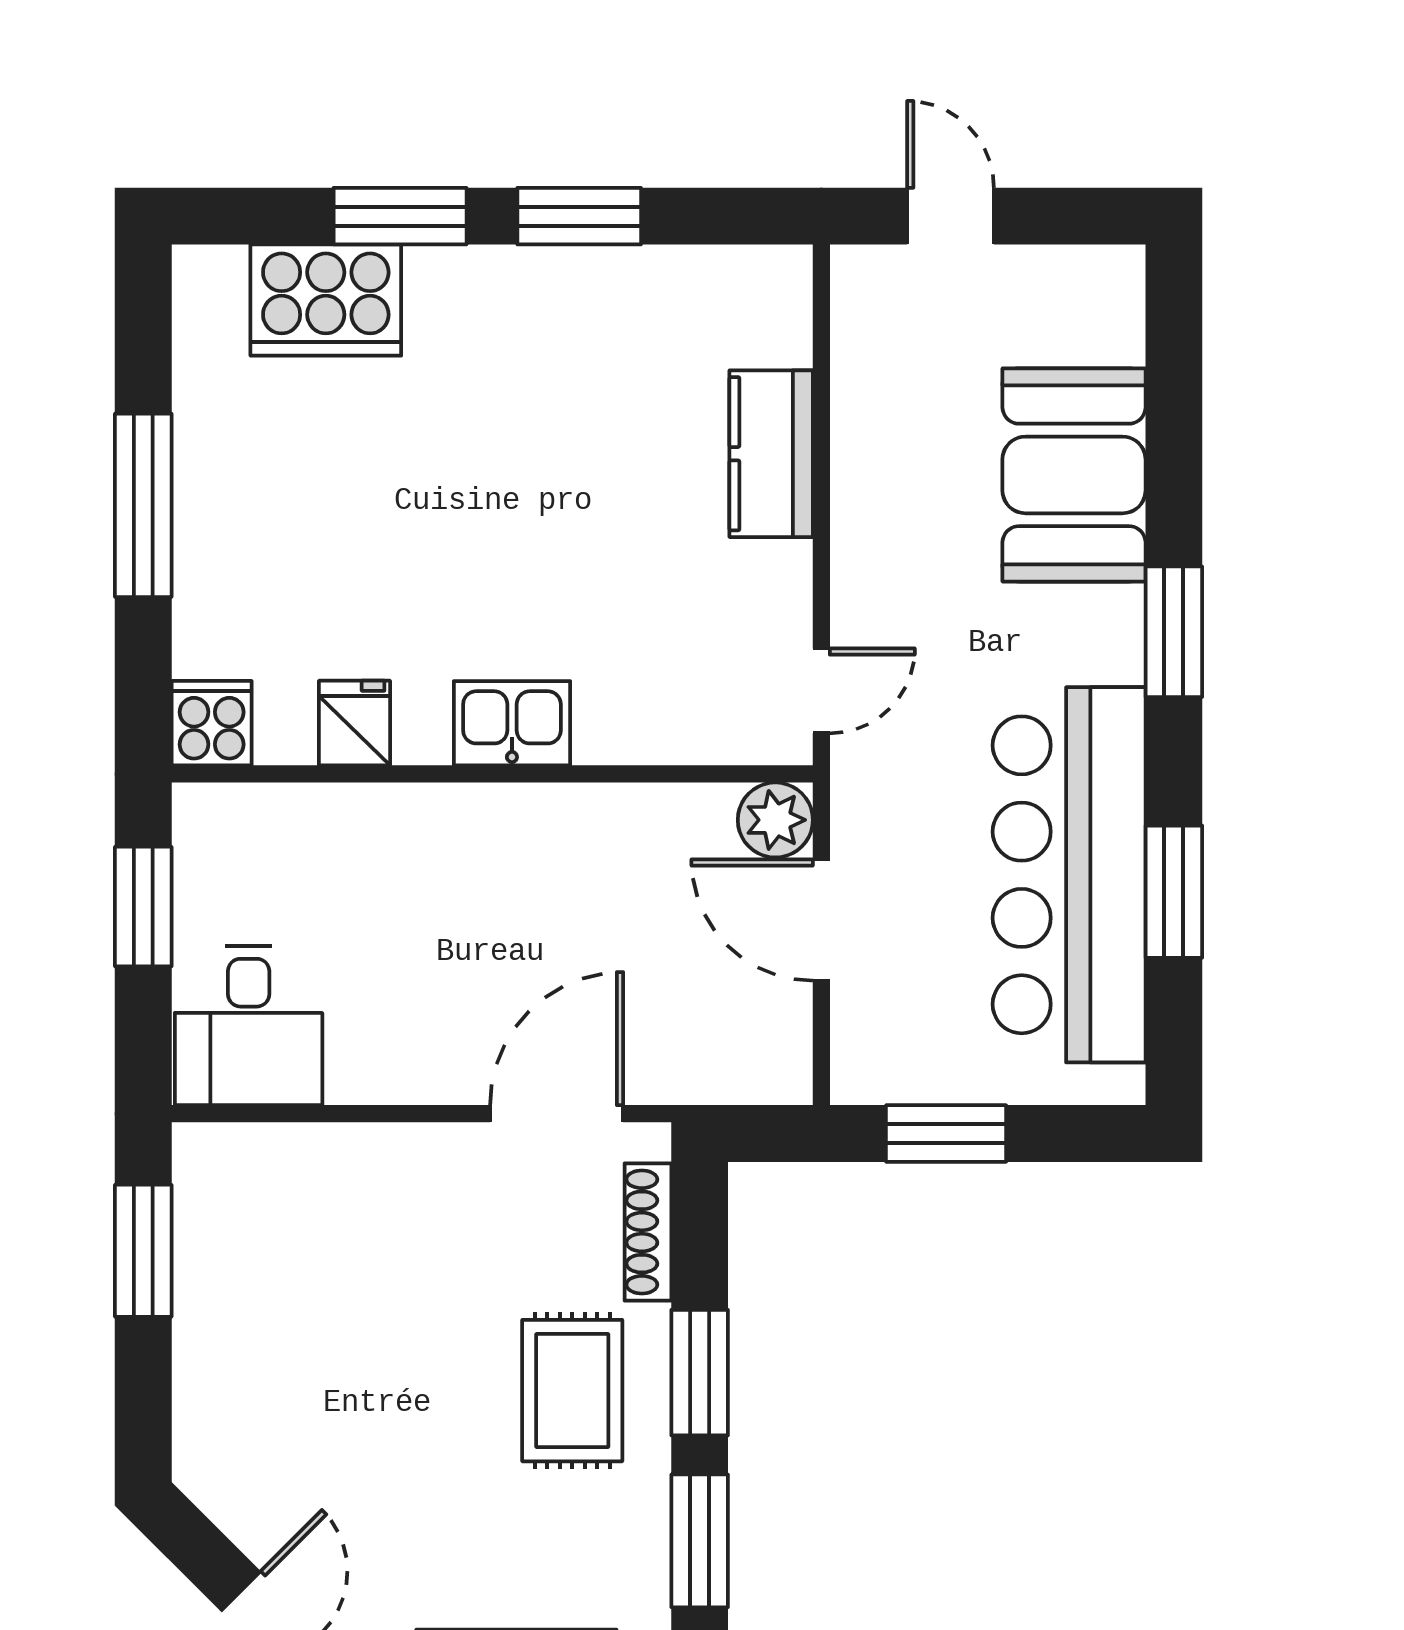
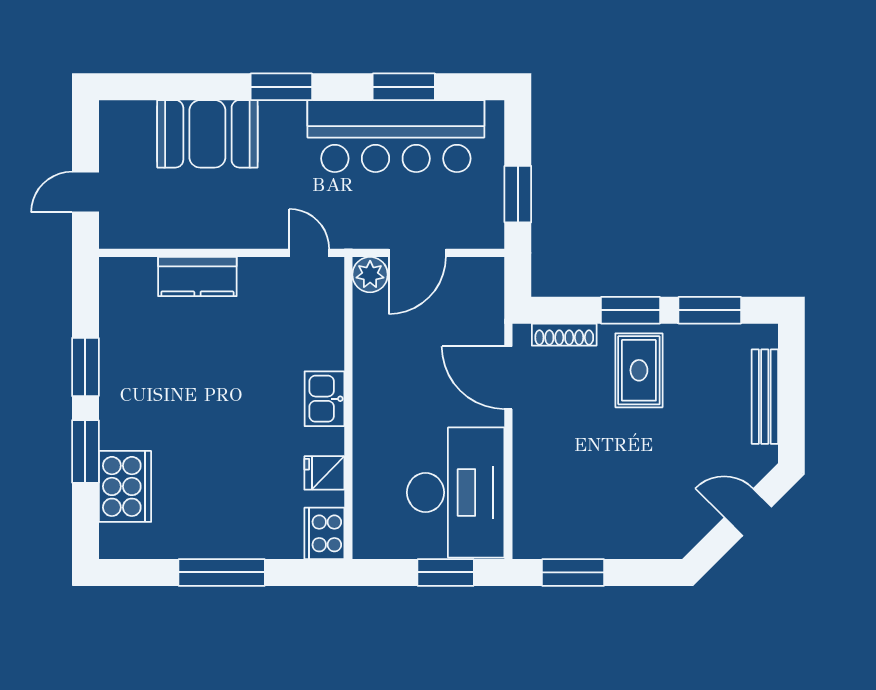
cooker: (212, 723) -> (324, 533), width x1.36
window: (143, 907) -> (446, 572), moved
desk: (249, 1026) -> (456, 492), width x1.87, depth x1.30
rug: (572, 1391) -> (639, 370), turned 90

